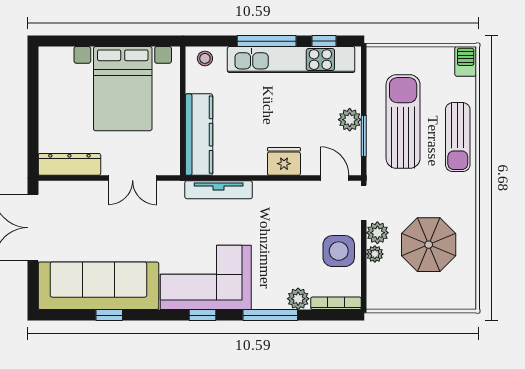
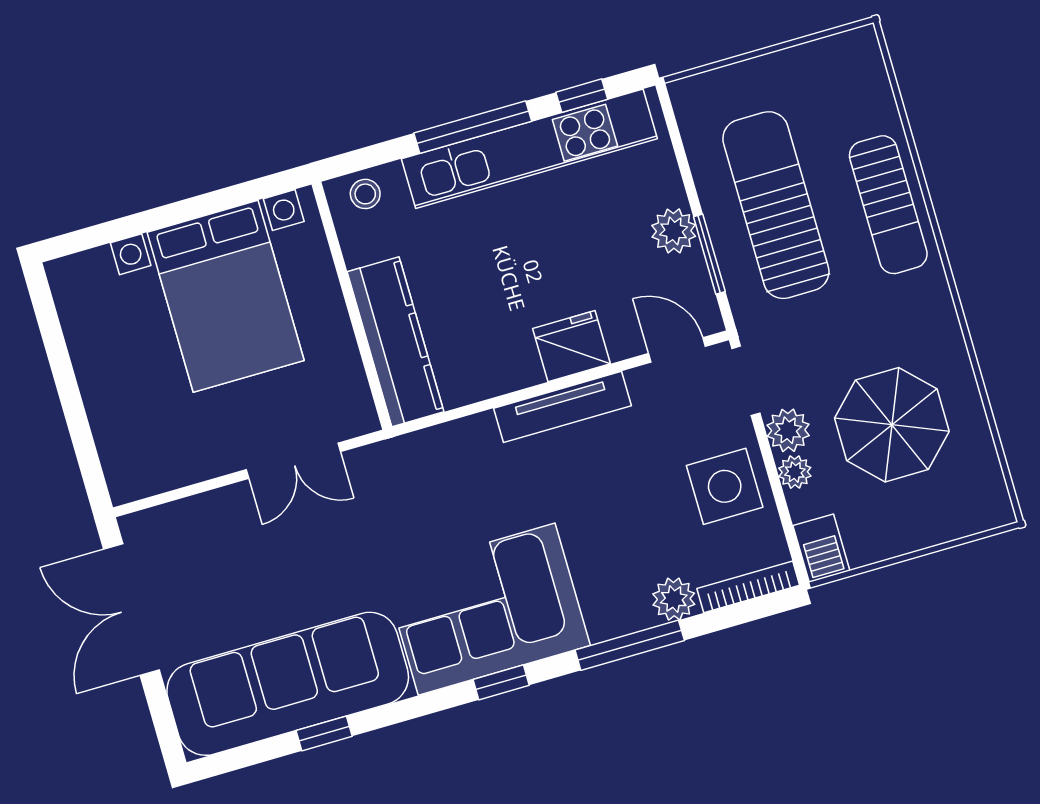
barbecue: (466, 61) -> (821, 548), moved, turned 180
dresser: (69, 164) -> (166, 469), removed
tv unit: (219, 190) -> (563, 407), moved

